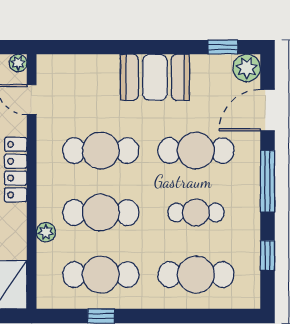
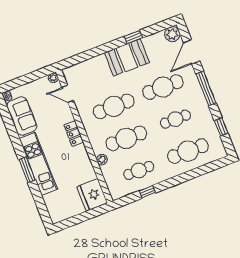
window: (223, 47) -> (133, 37), moved
locker: (16, 170) -> (74, 133), width x0.66
cafe table: (101, 275) -> (139, 170), width x0.73, depth x0.74

